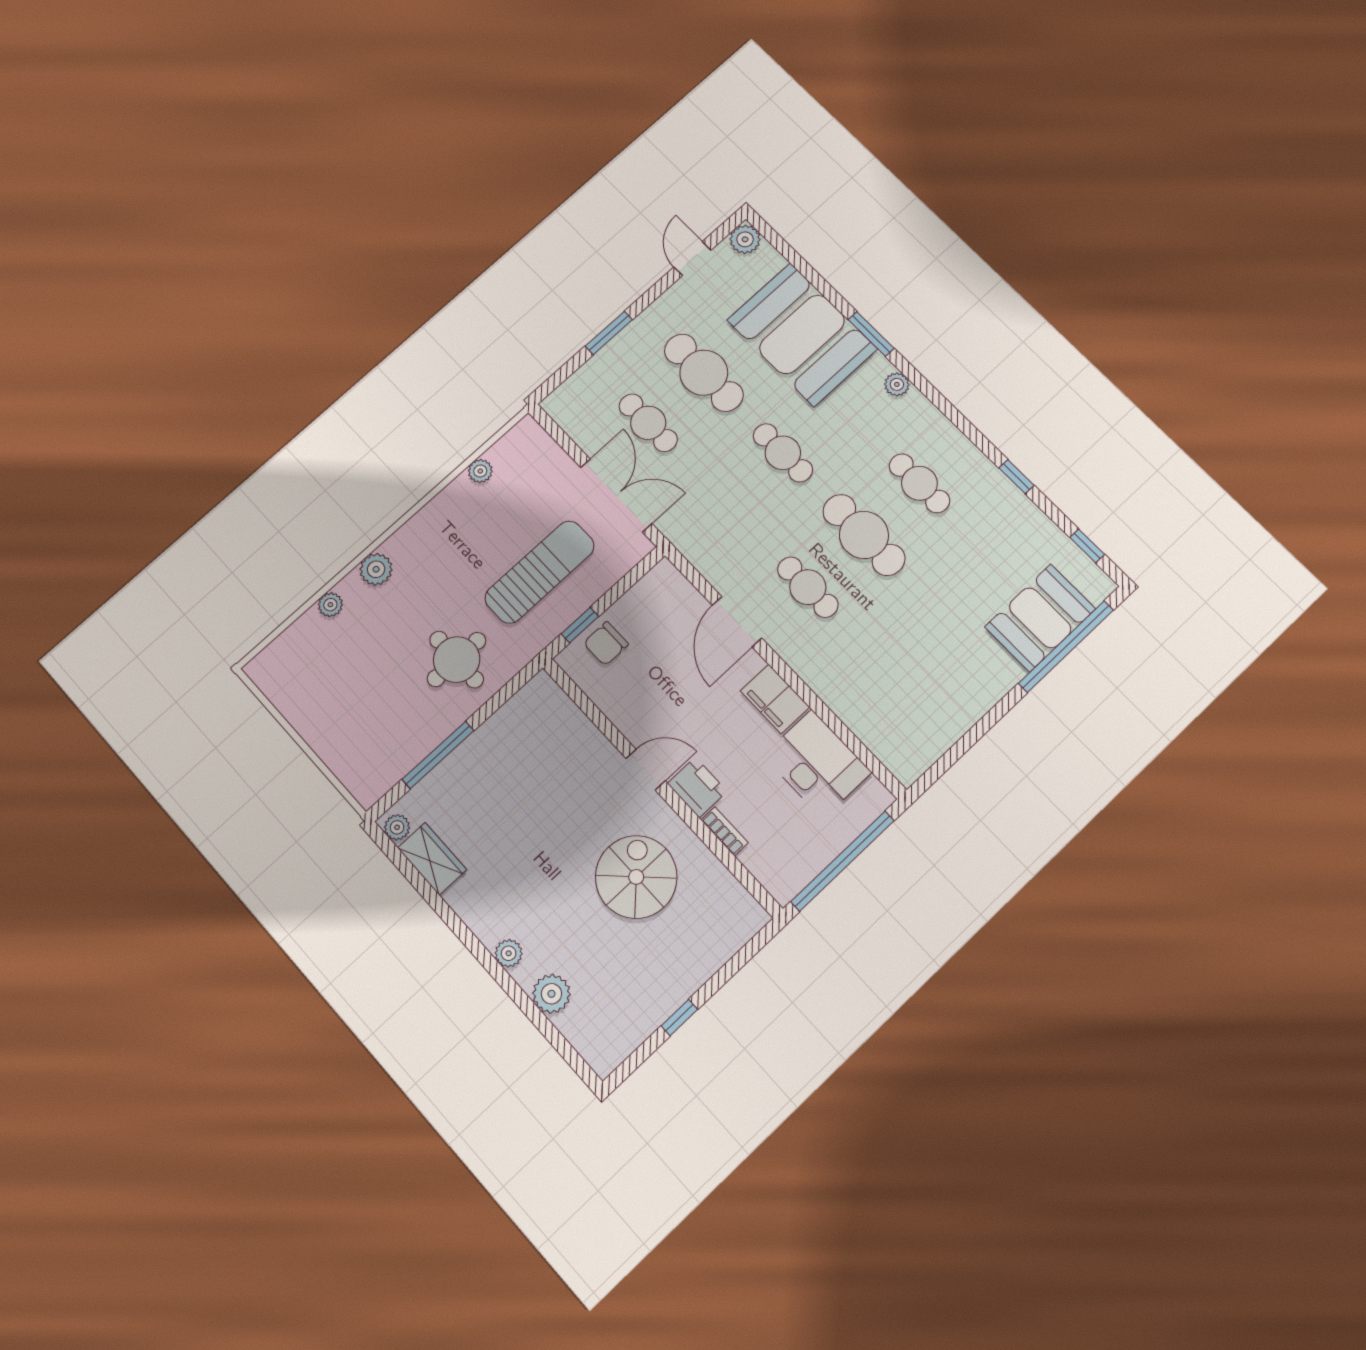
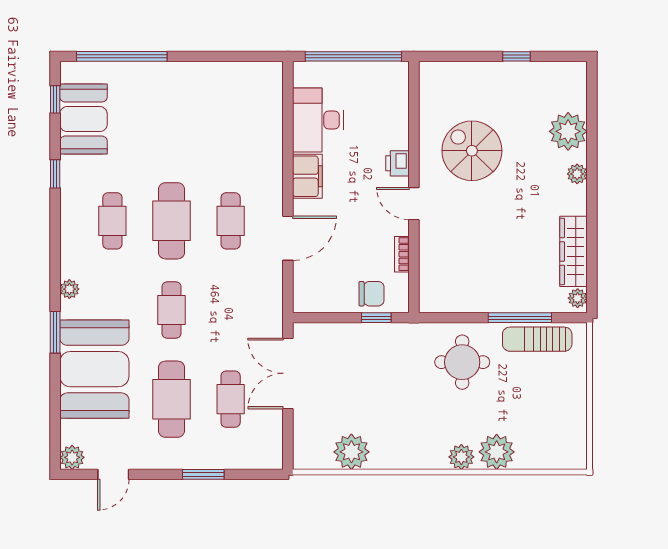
plant: (480, 471) -> (351, 452), width x1.87, depth x1.87
sun lounger: (540, 572) -> (537, 339), moved, width x0.73, depth x0.75
plant: (330, 605) -> (497, 452), width x1.88, depth x1.88
booth: (1040, 618) -> (83, 119), moved, turned 90
printer: (697, 787) -> (397, 163), width x0.73, depth x0.81
bookcase: (725, 831) -> (402, 254), moved
wardrobe: (432, 859) -> (574, 251), width x1.50
spiral stairs: (636, 877) -> (472, 151), turned 90
plant: (551, 994) -> (568, 131), width x1.36, depth x1.36

